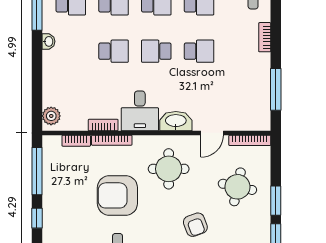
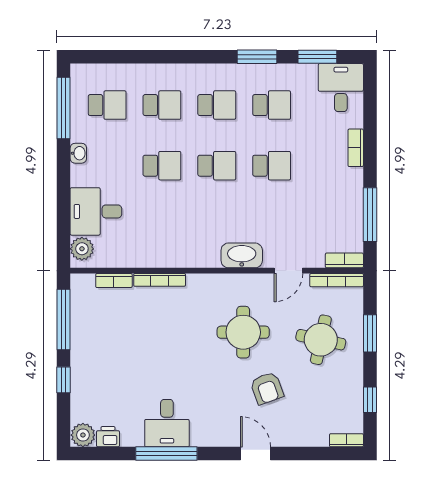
school desk: (156, 51) -> (217, 166), turned 180
desk: (140, 111) -> (96, 211), moved, turned 90
bookcase: (103, 125) -> (344, 260), moved
round table: (169, 169) -> (243, 332), moved
armchair: (117, 195) -> (167, 351), removed
window: (276, 201) -> (370, 333), moved

